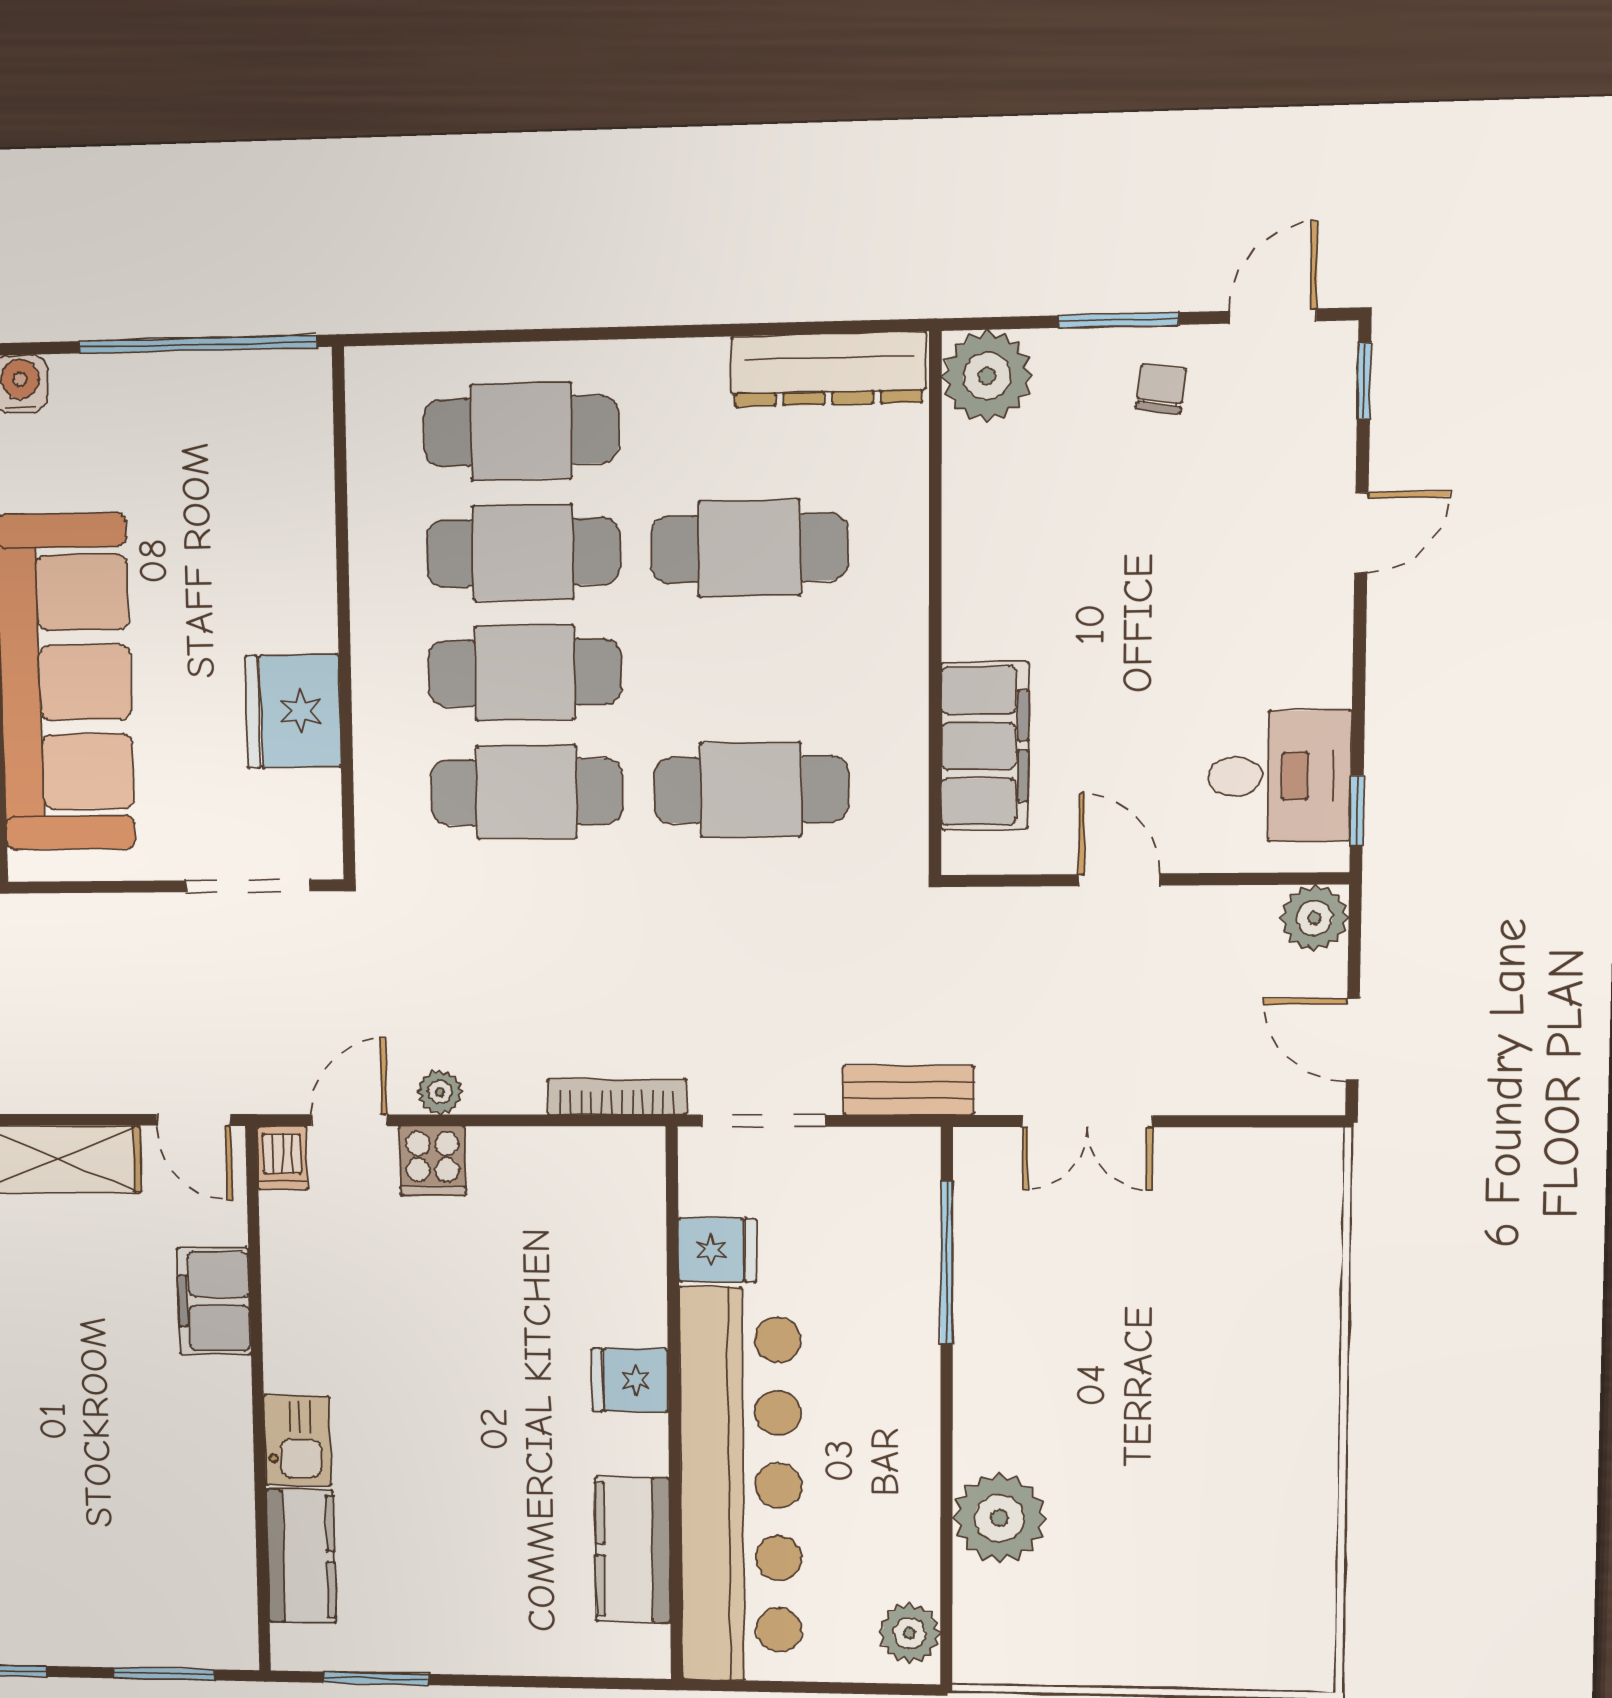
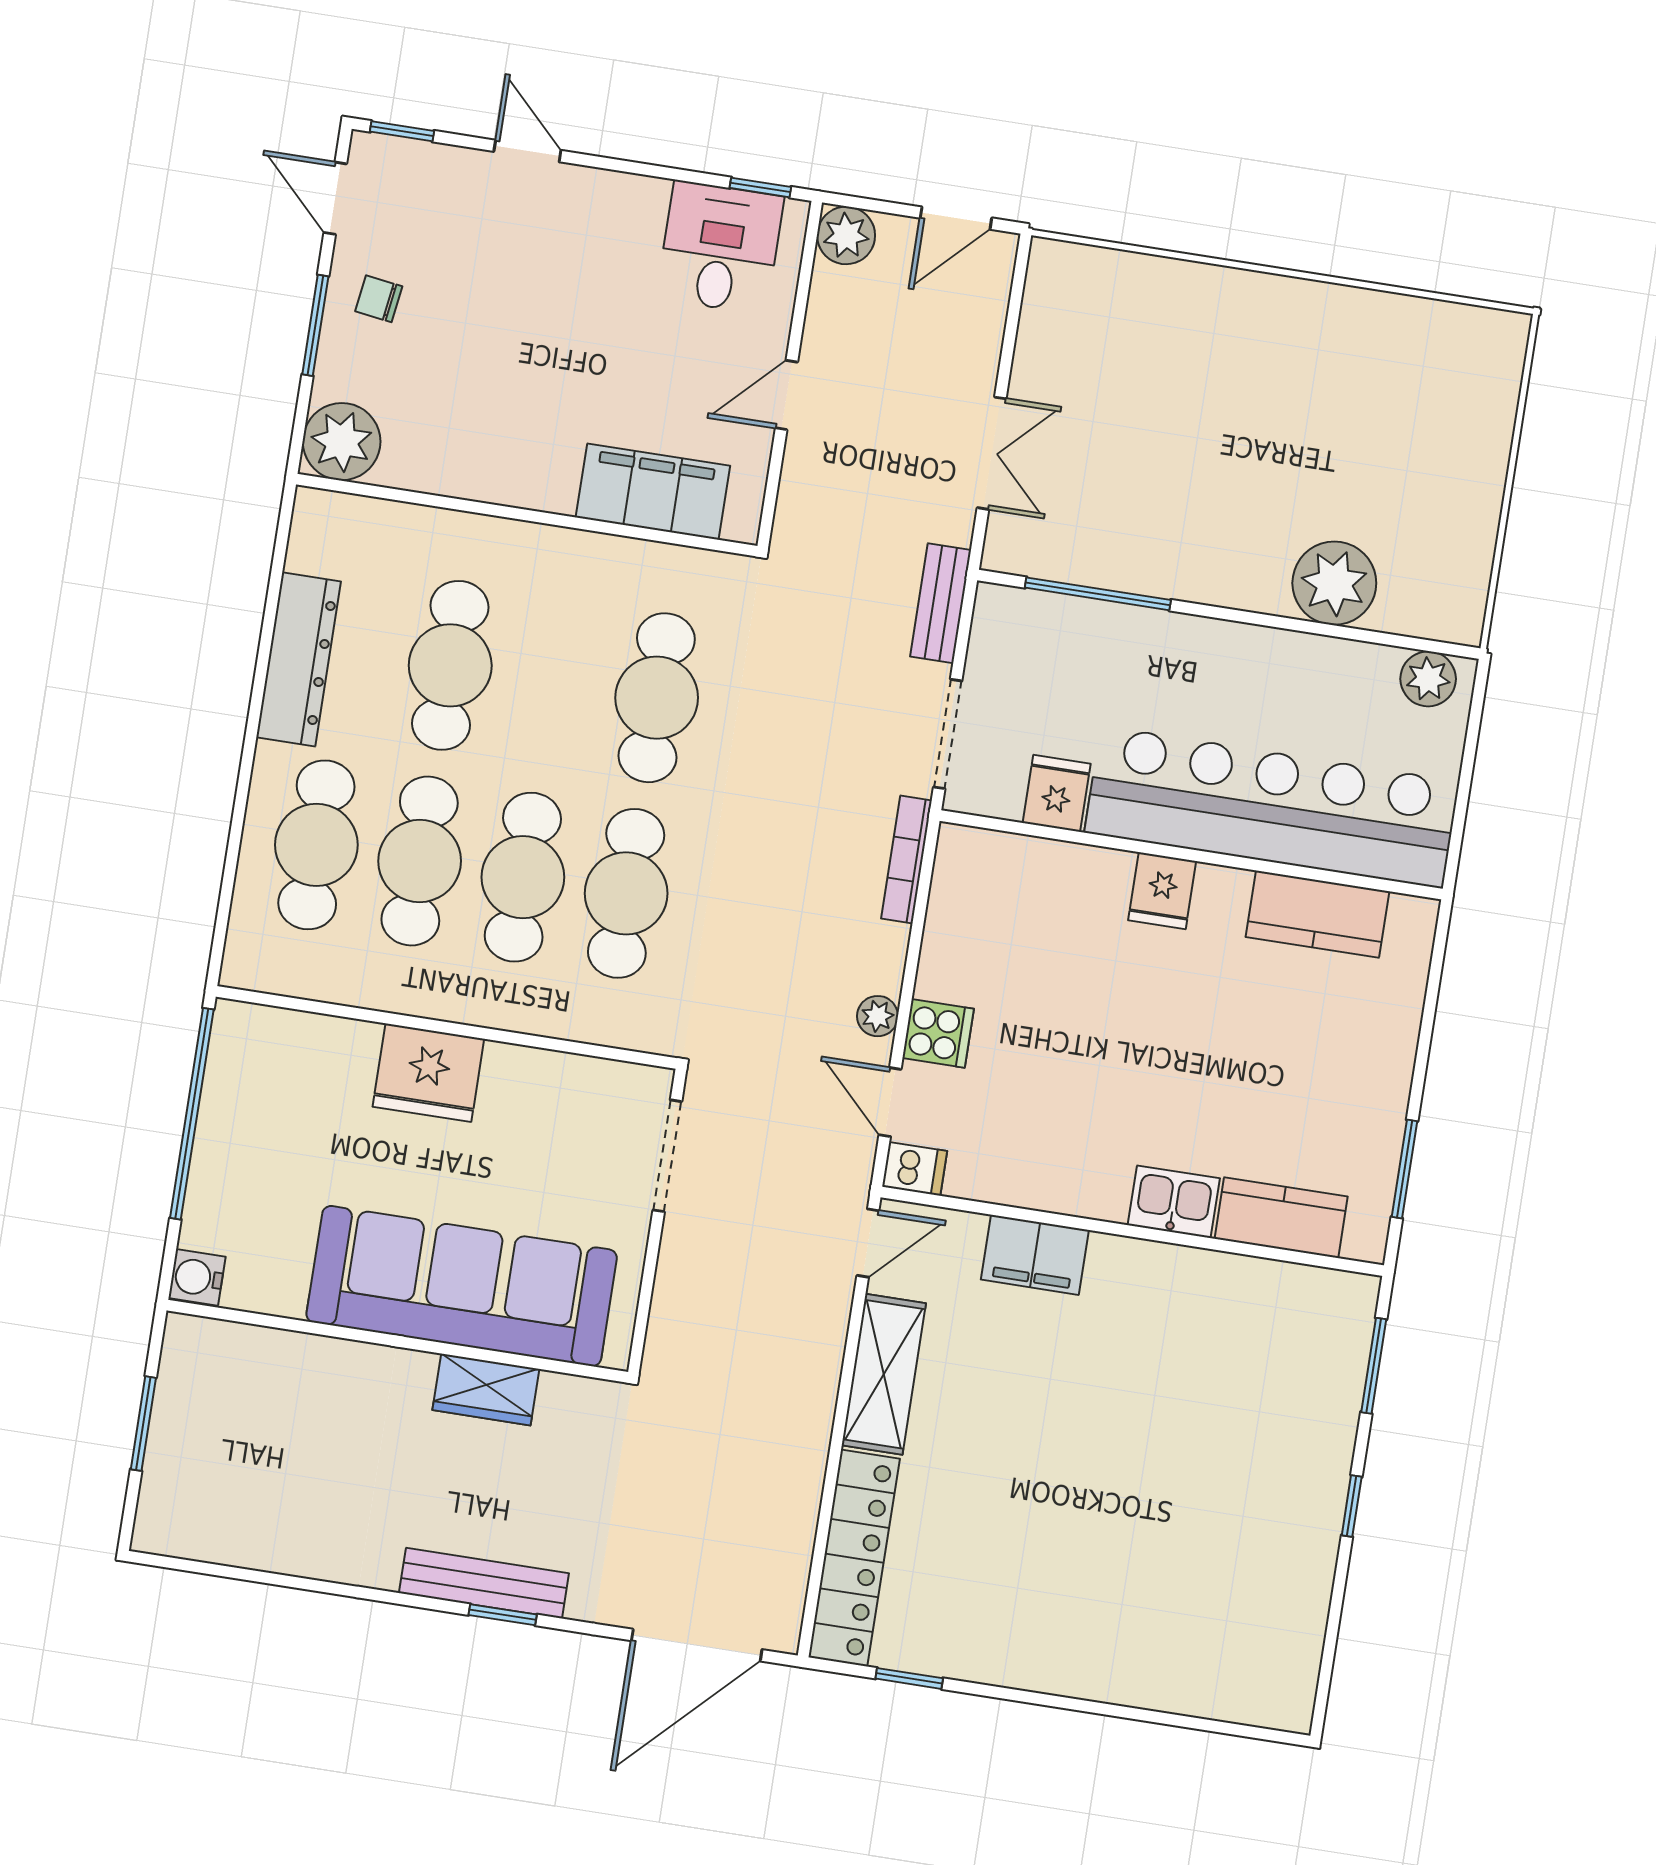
dresser: (828, 369) -> (299, 659), moved
fridge: (293, 711) -> (428, 1073), moved

